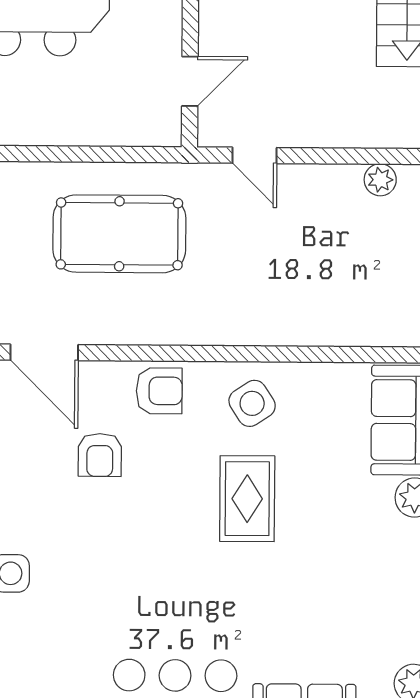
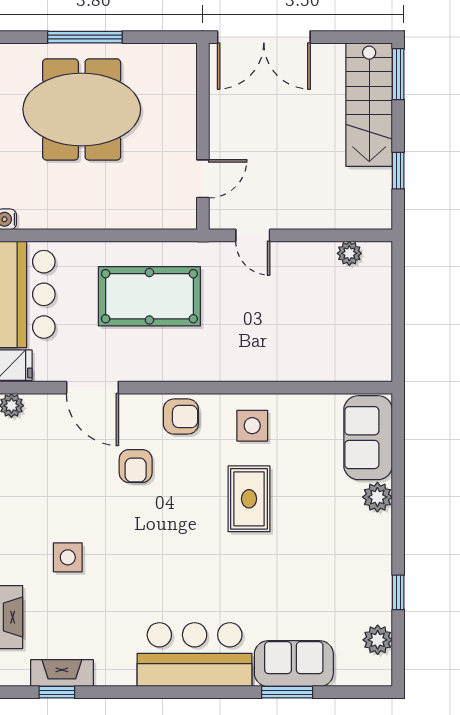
side table: (252, 403) -> (252, 426), turned 33

